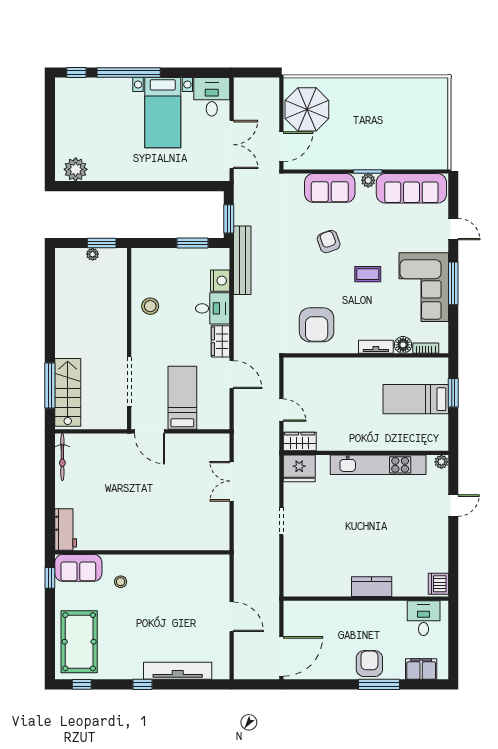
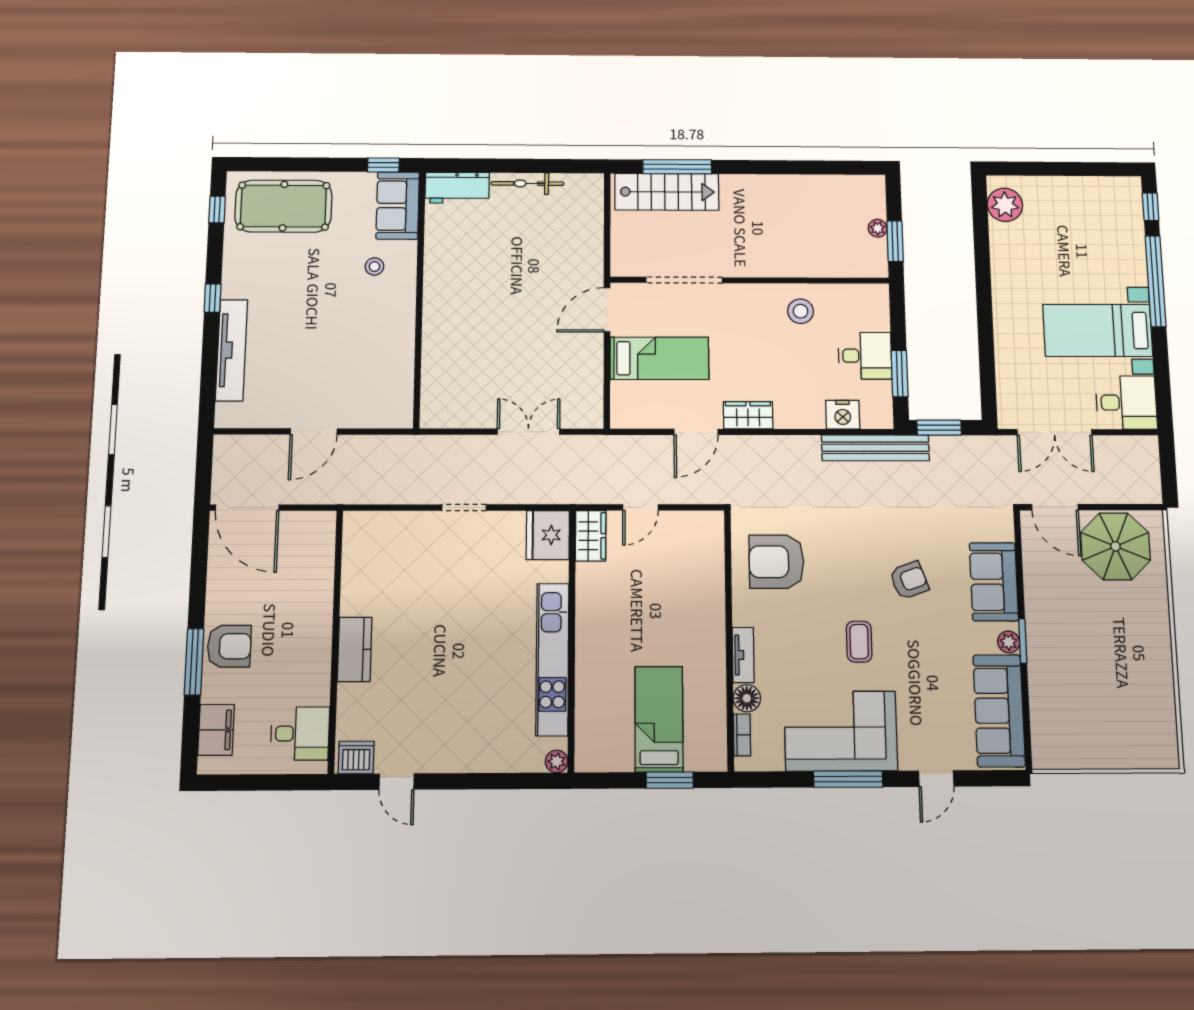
desk: (213, 308) -> (865, 356), moved, turned -90
bicycle: (62, 457) -> (527, 184), moved
door: (453, 506) -> (397, 782), moved

